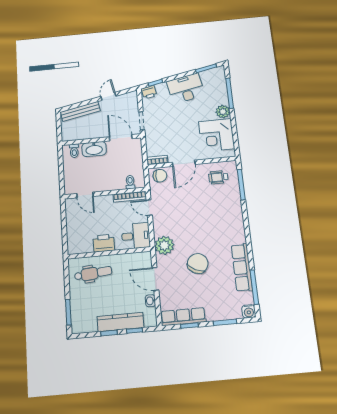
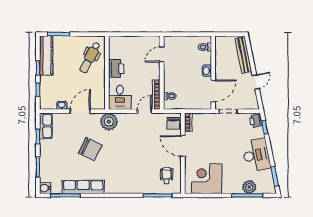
door: (108, 96) -> (256, 82), hinge flipped
plant: (223, 112) -> (249, 187), moved
washbasin: (94, 149) -> (207, 71), width x0.52, depth x0.69
dental chair: (93, 273) -> (90, 58), turned 32
row of seats: (183, 317) -> (46, 126), width x0.68
kitchen counter: (120, 322) -> (46, 55), moved

